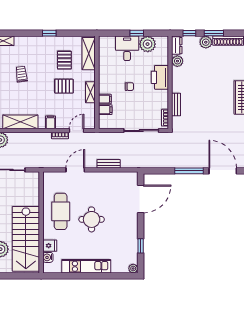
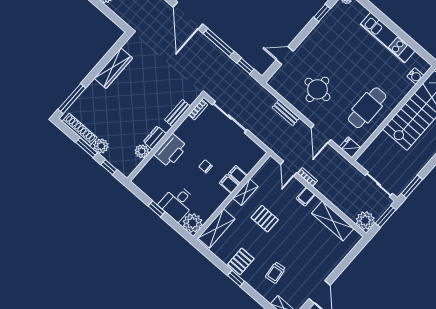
plant: (148, 44) -> (193, 223), moved
dresser: (177, 46) -> (155, 138), moved
pallet: (64, 60) -> (241, 261), moved
trolley: (21, 74) -> (275, 273), moved
filing cabinet: (105, 110) -> (229, 184), moved
door: (76, 131) -> (289, 168), hinge flipped
door: (75, 170) -> (321, 134), hinge flipped
window: (159, 171) -> (246, 66), added
door: (141, 199) -> (285, 56), width x0.53
round table: (92, 219) -> (317, 89), moved
fridge: (50, 246) -> (350, 147), moved

